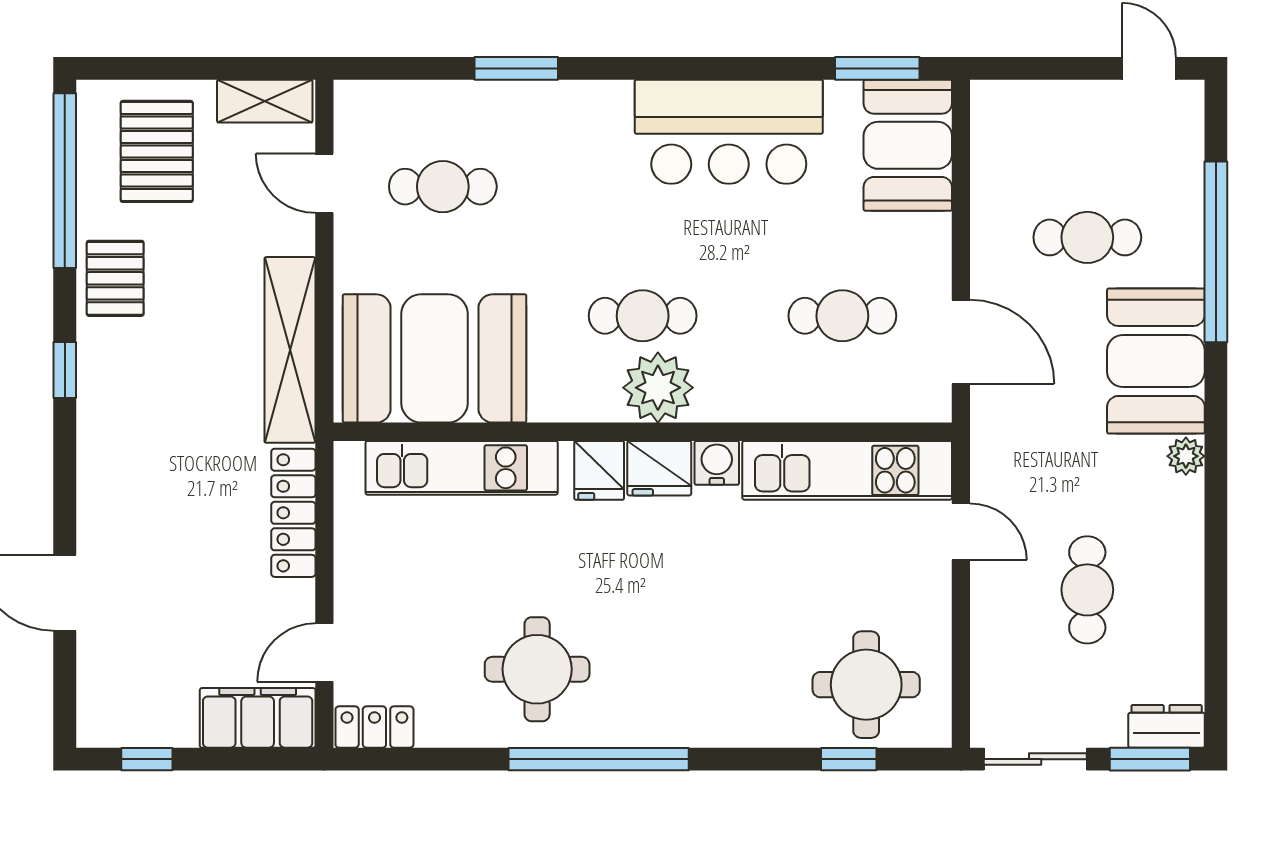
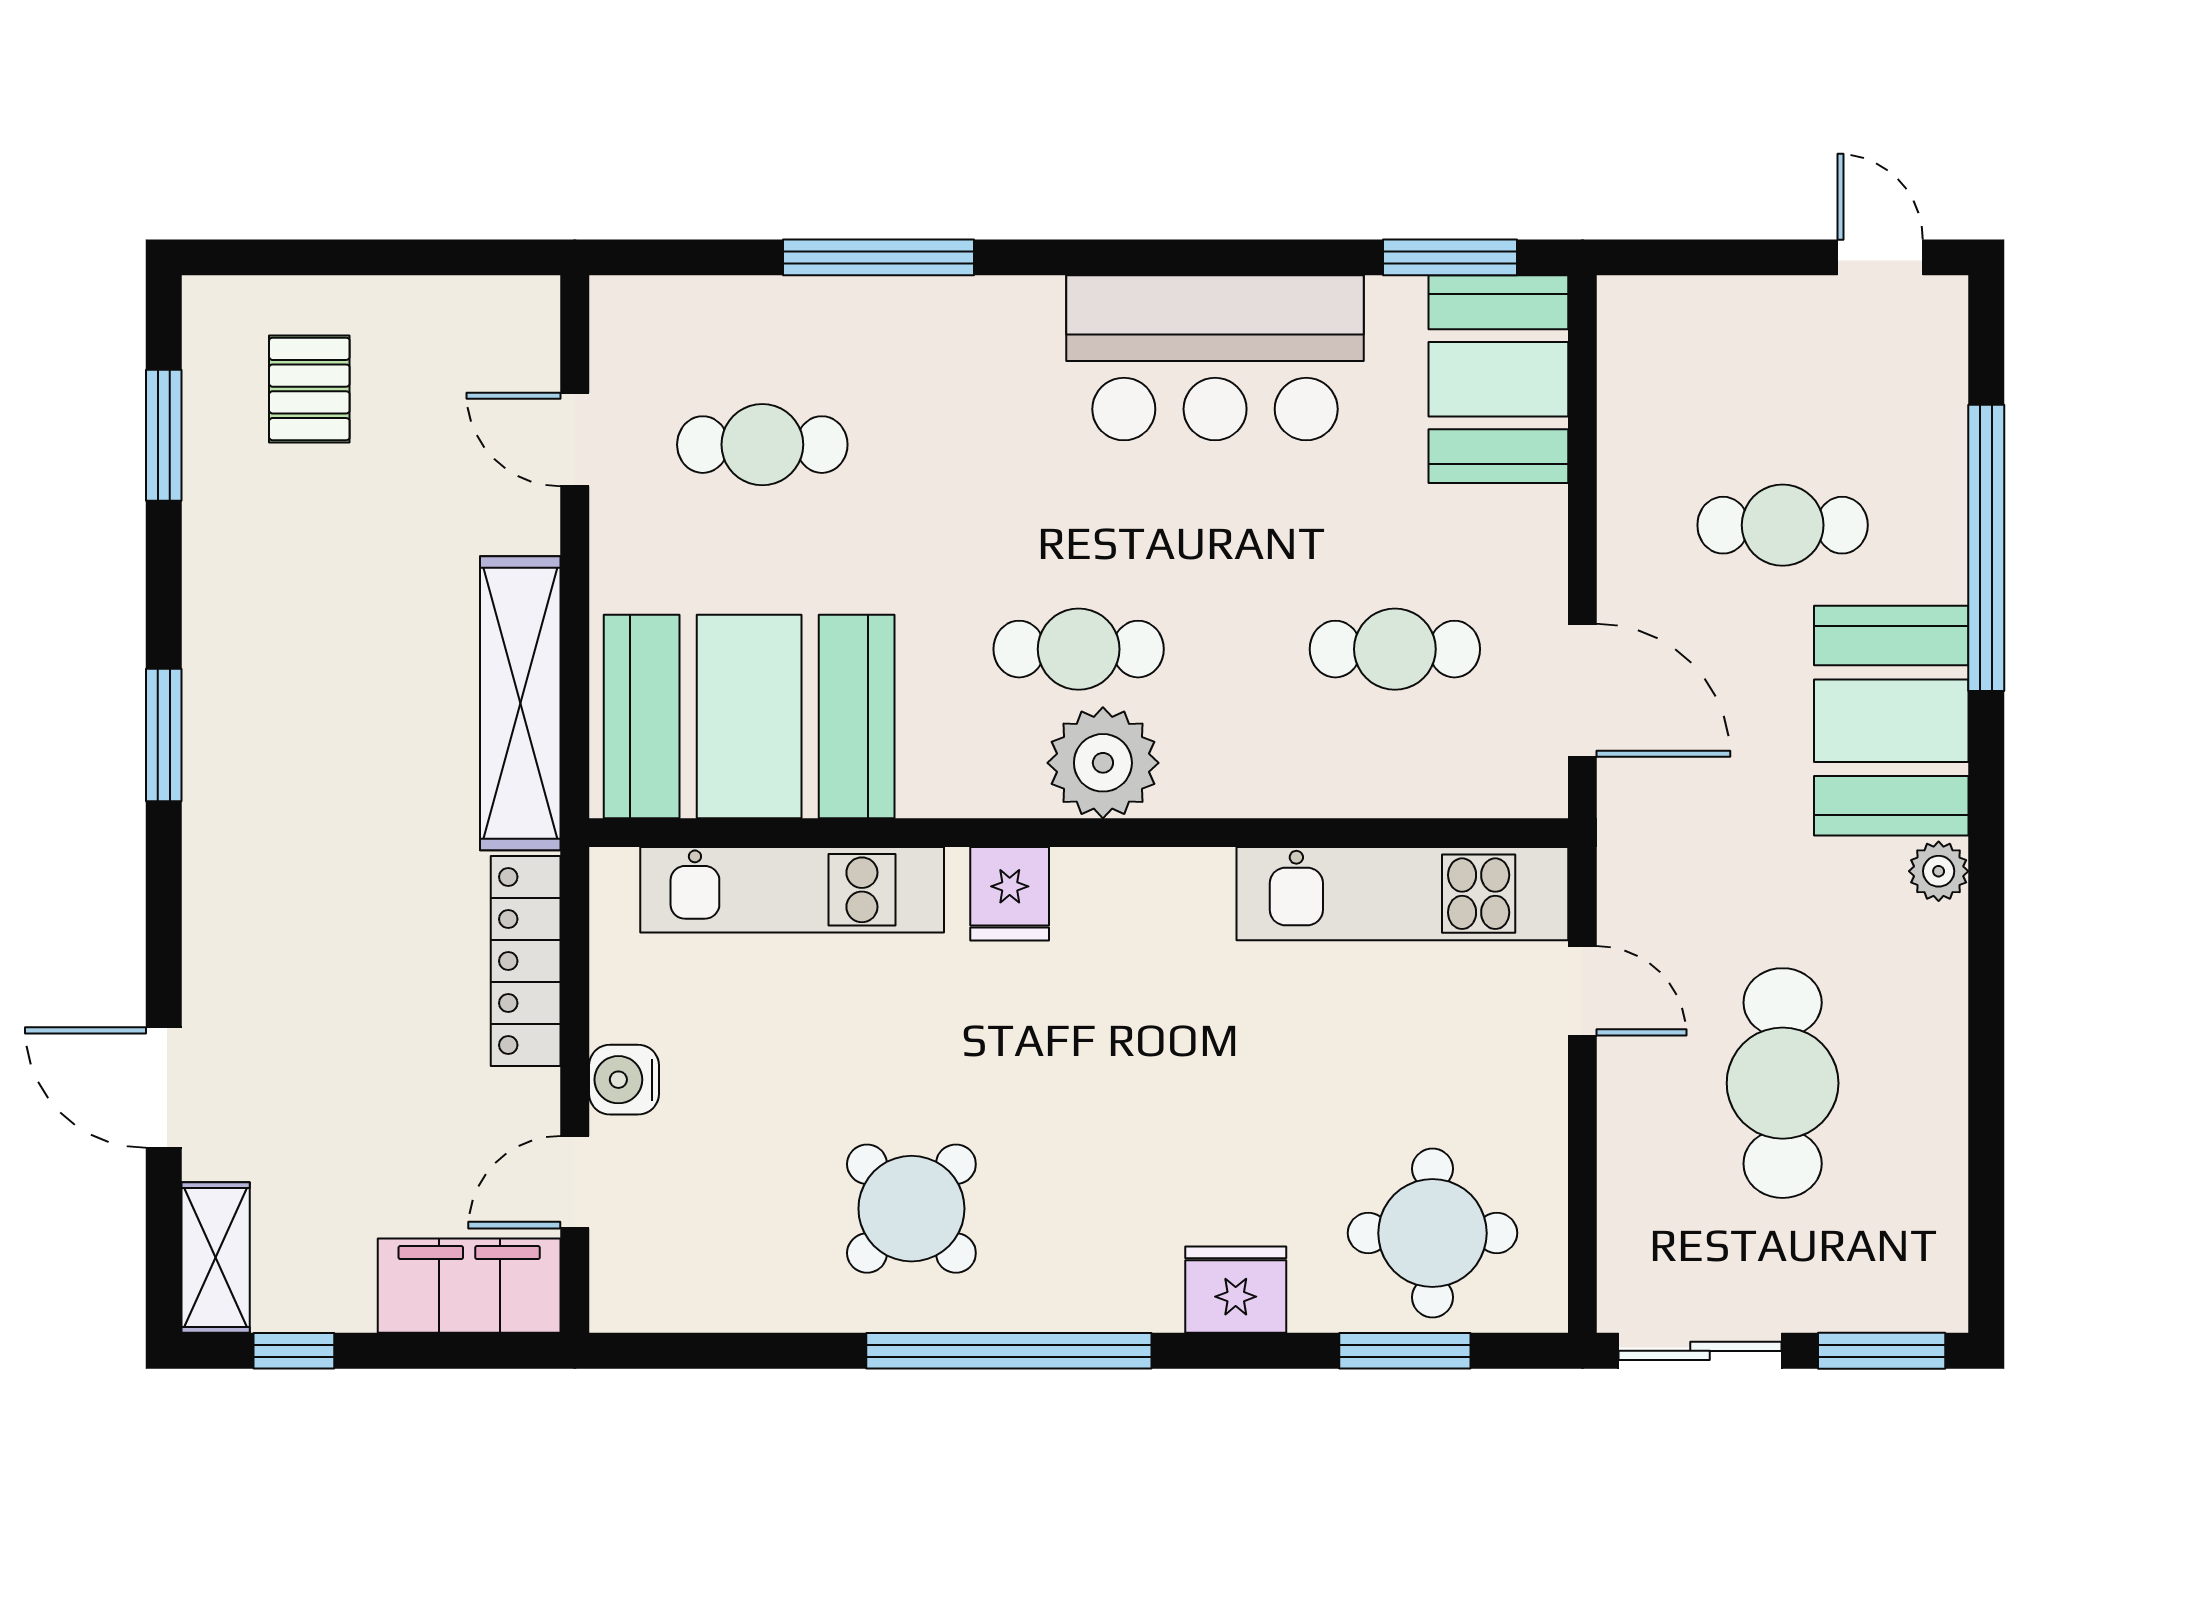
window: (516, 68) -> (879, 257), width x1.44
shelving: (265, 101) -> (216, 1258), moved, turned 90
pallet: (157, 151) -> (309, 389), width x0.67, depth x0.71
window: (65, 181) -> (164, 435), width x0.47
pallet: (115, 278) -> (244, 590), removed
window: (65, 370) -> (164, 735), width x1.50
water cooler: (717, 463) -> (624, 1080), moved, turned -90
fridge: (659, 468) -> (1236, 1290), moved, turned 180
cafe table: (1087, 590) -> (1783, 1083), width x1.37, depth x1.35
round table: (537, 669) -> (911, 1209), turned 45
dresser: (1167, 726) -> (1908, 1299), removed
locker: (374, 727) -> (654, 1300), removed
window: (849, 759) -> (1405, 1351), width x1.50

